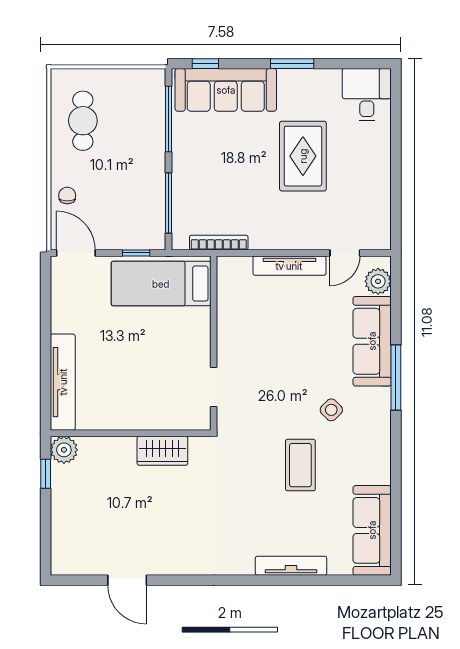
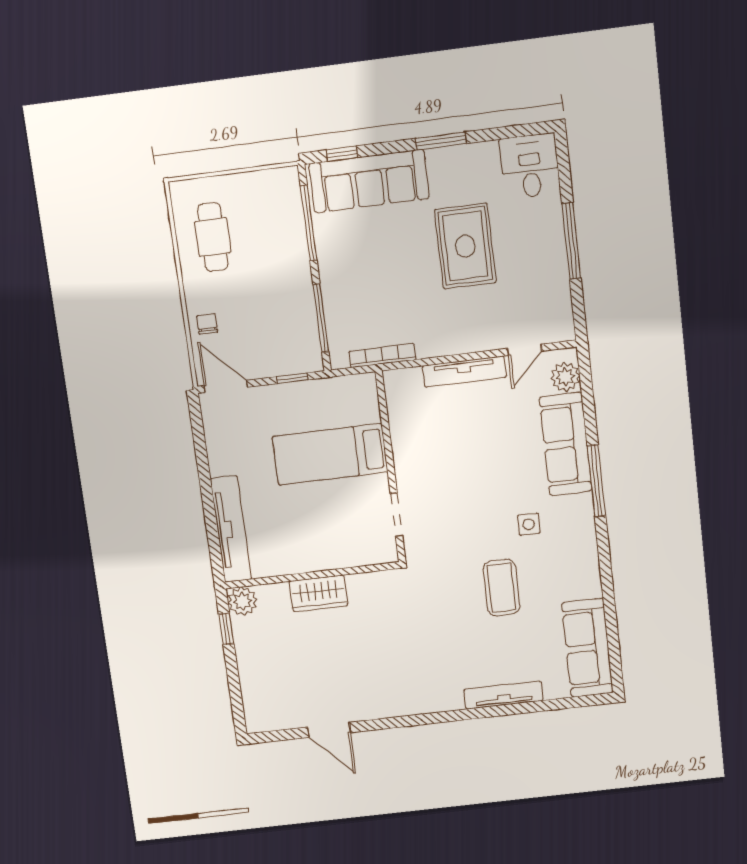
window: (396, 163) -> (571, 241), added
bed: (161, 284) -> (330, 454), moved
side table: (331, 410) -> (529, 524), turned 45
wardrobe: (162, 451) -> (318, 593), moved

